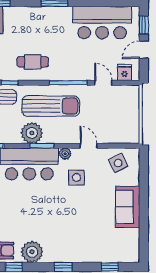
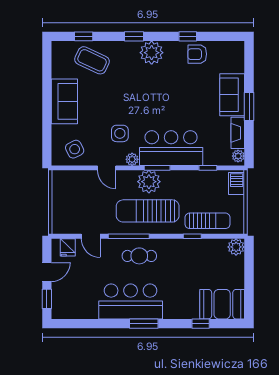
bar counter: (102, 23) -> (131, 301), moved
cafe table: (33, 62) -> (139, 256), moved
plant: (32, 133) -> (149, 182), moved
coffee table: (102, 245) -> (92, 60), added
plant: (32, 252) -> (152, 53), moved

